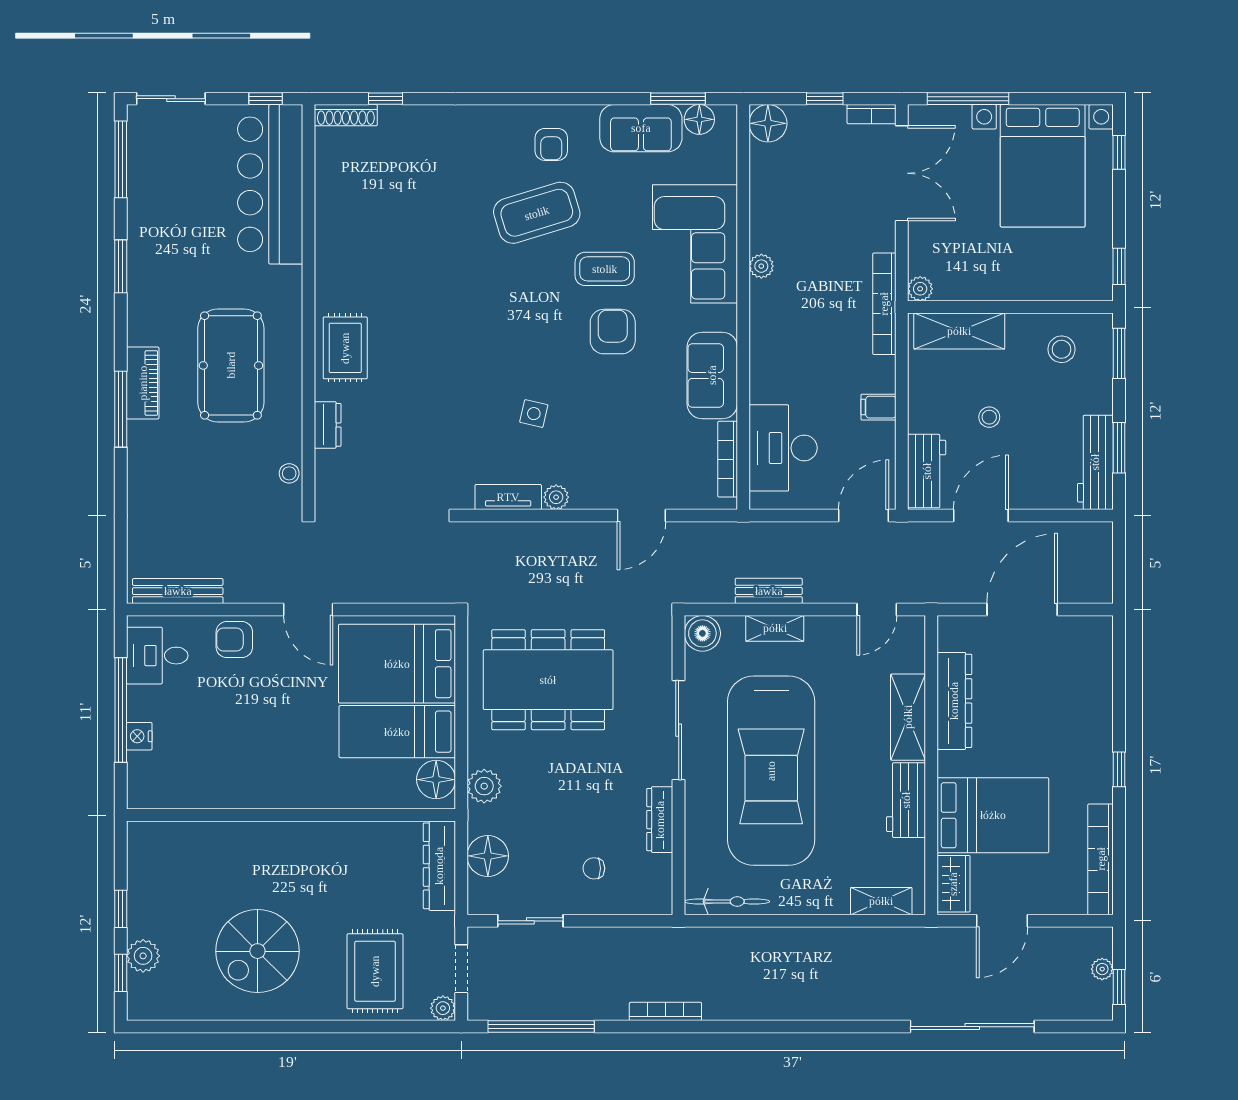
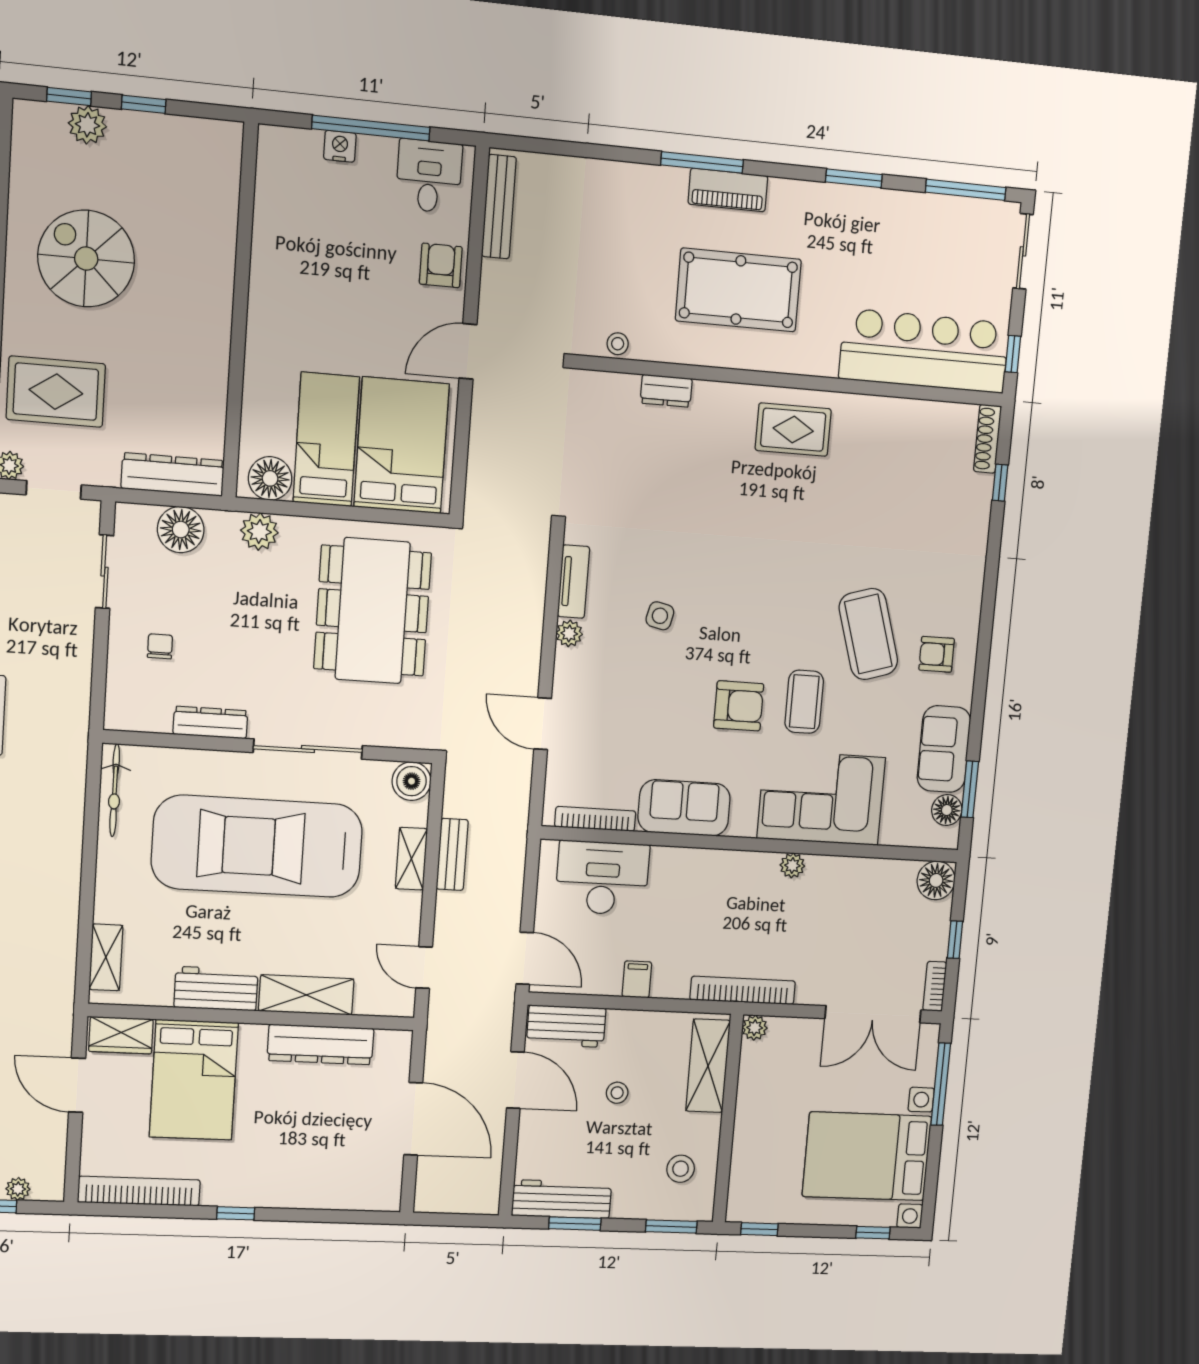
rug: (345, 348) -> (793, 430), moved

